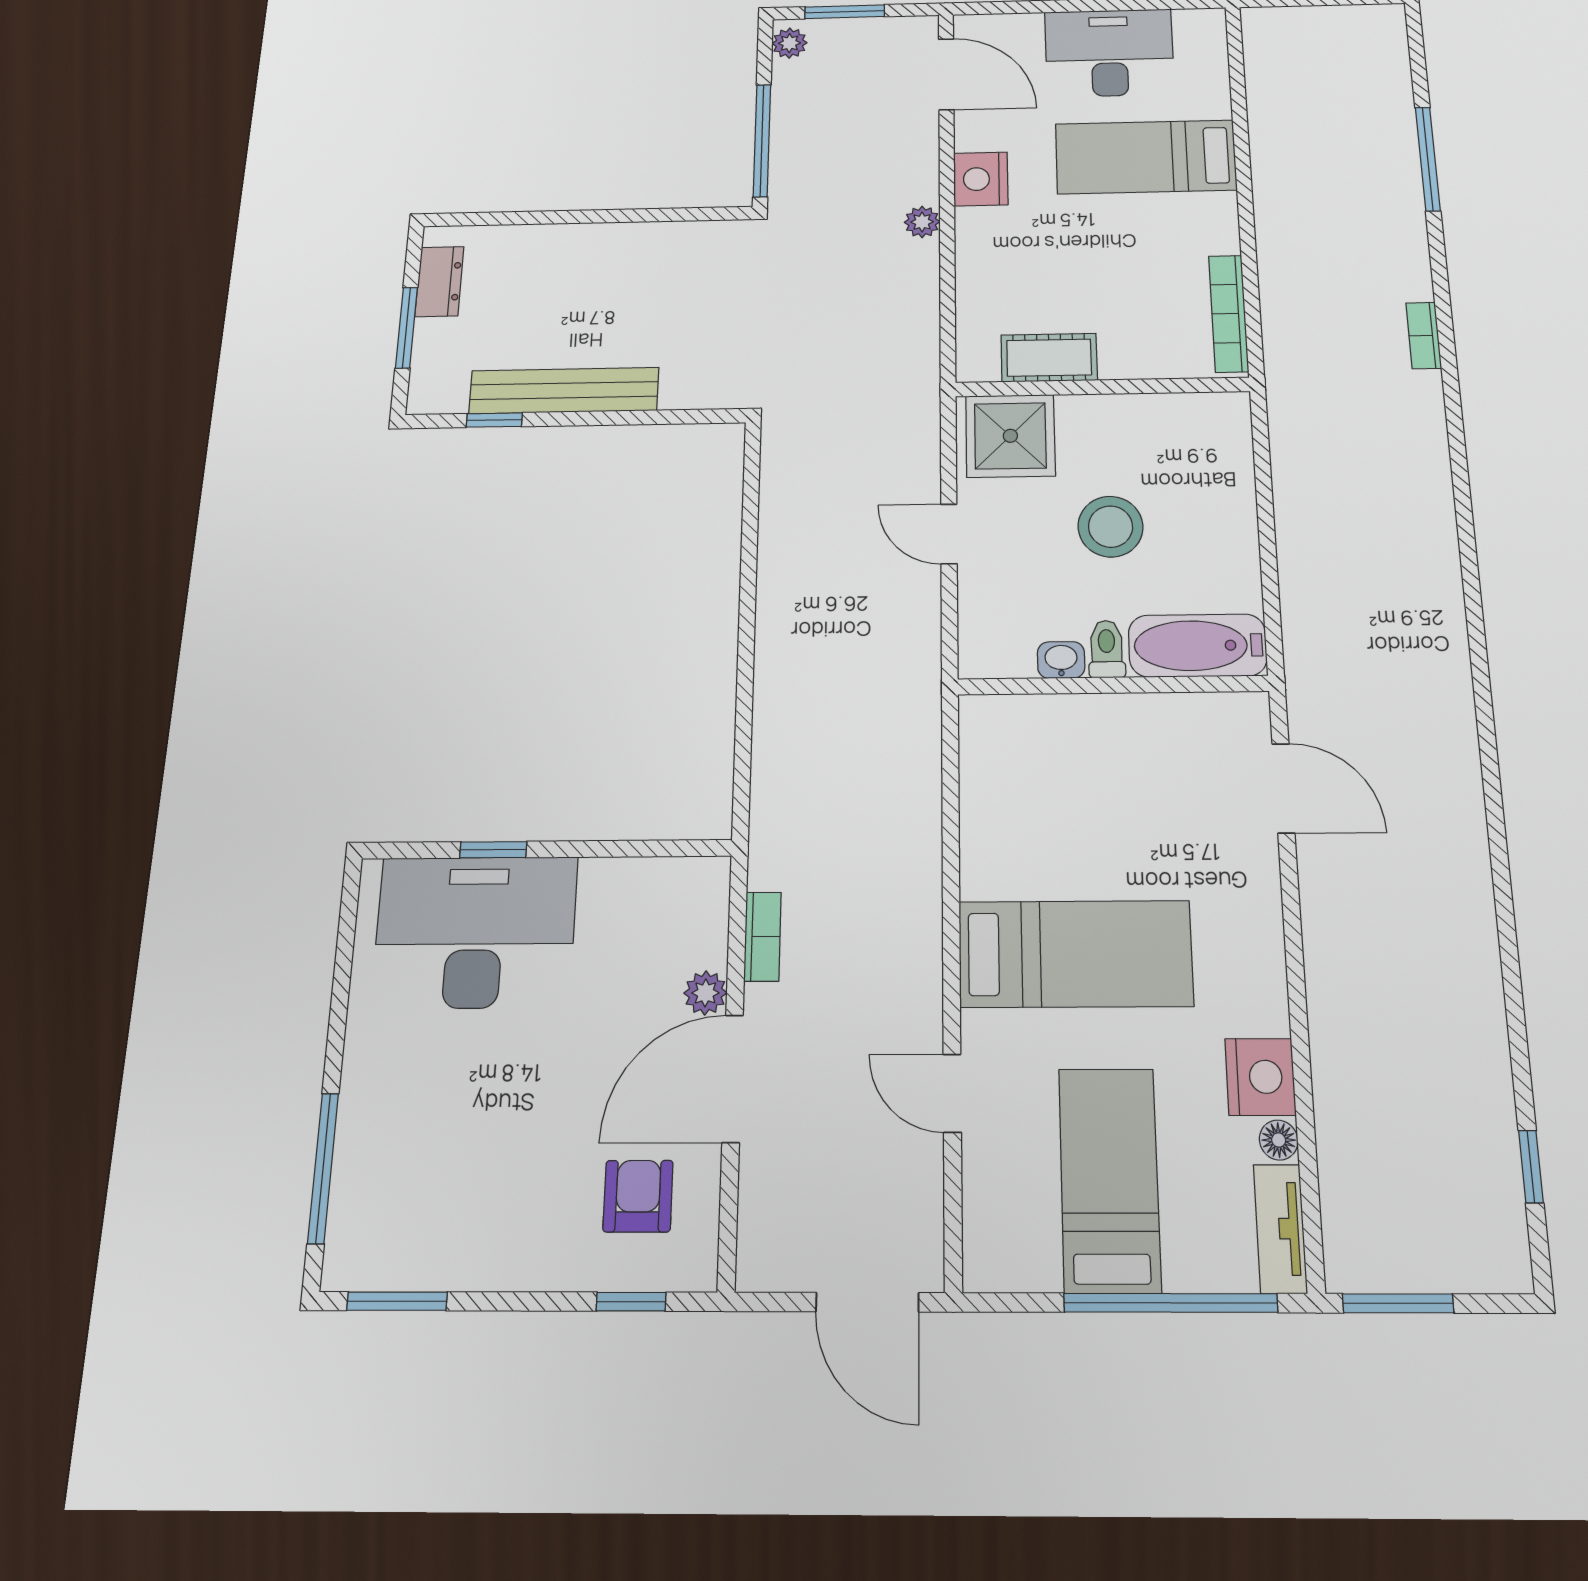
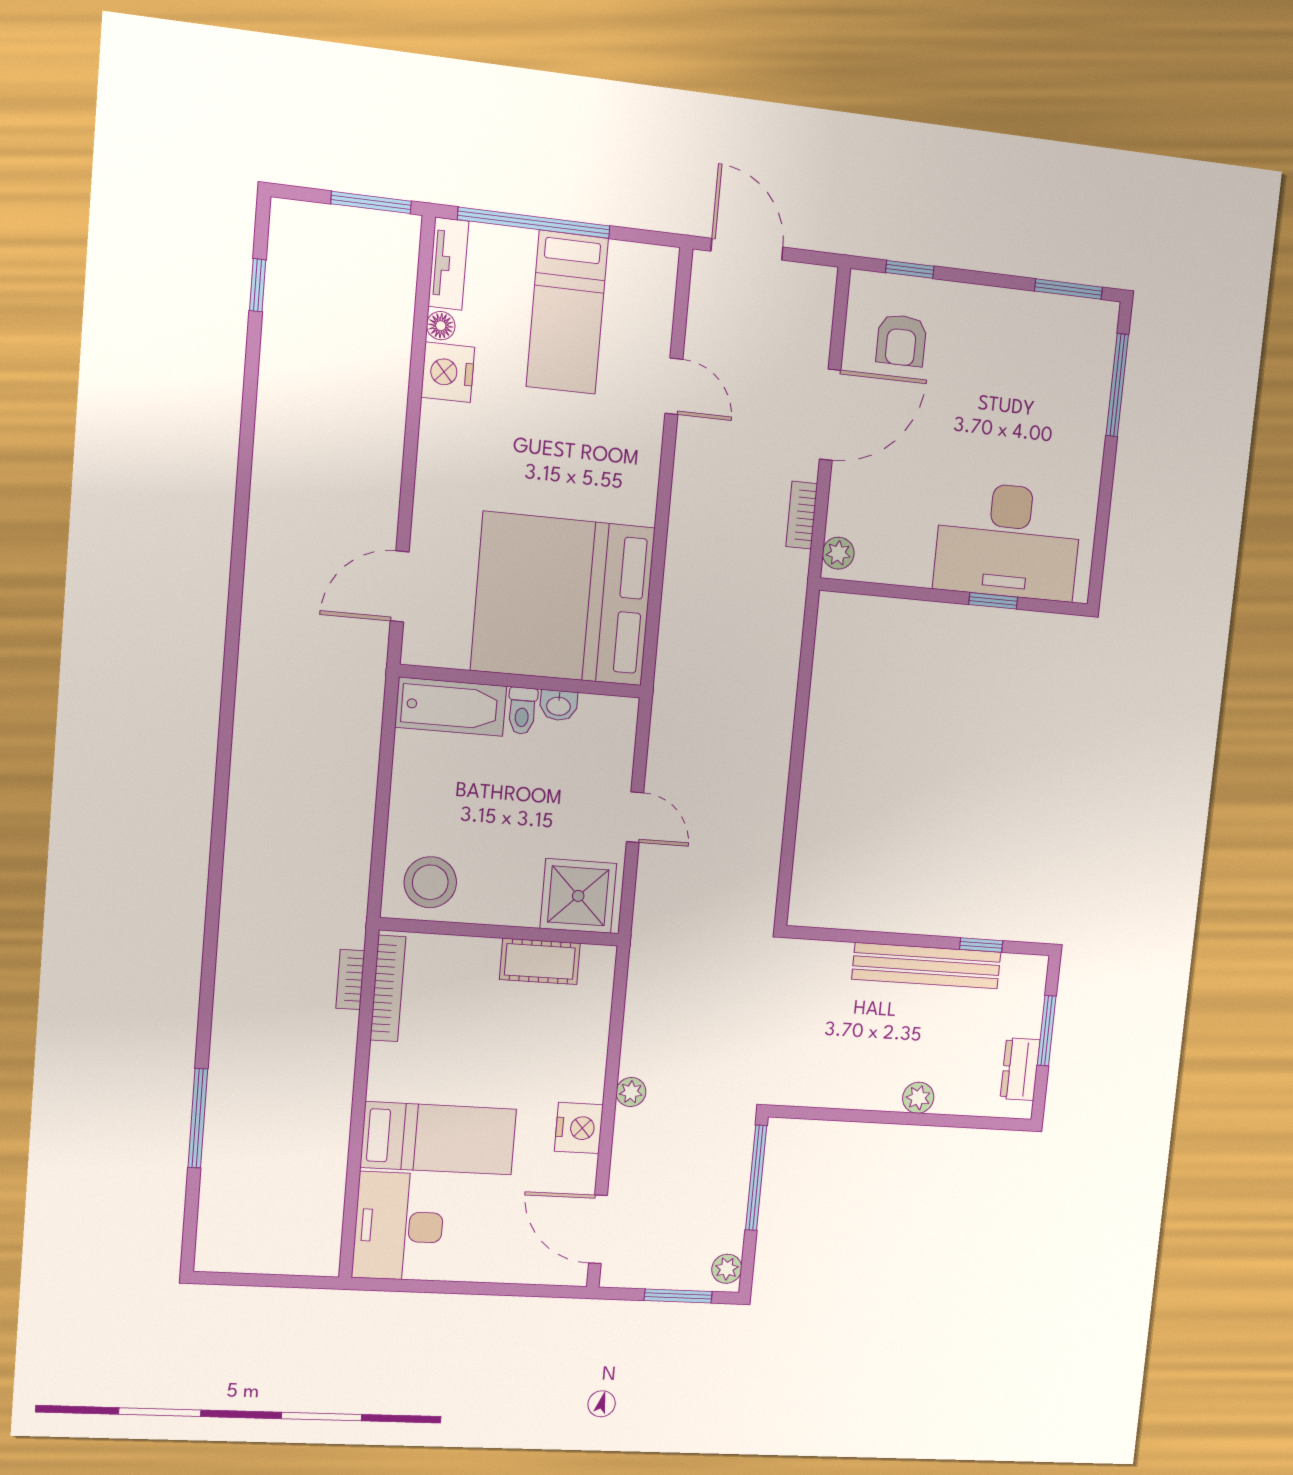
desk: (1109, 53) -> (399, 1226), moved, turned 90
plant: (567, 241) -> (918, 1098), added
bookcase: (1424, 335) -> (350, 980), moved, turned 180
stool: (1111, 527) -> (430, 882), moved
door: (1283, 788) -> (400, 586), hinge flipped
bed: (1075, 954) -> (563, 599), moved, width x2.04
plant: (705, 993) -> (838, 553), moved

